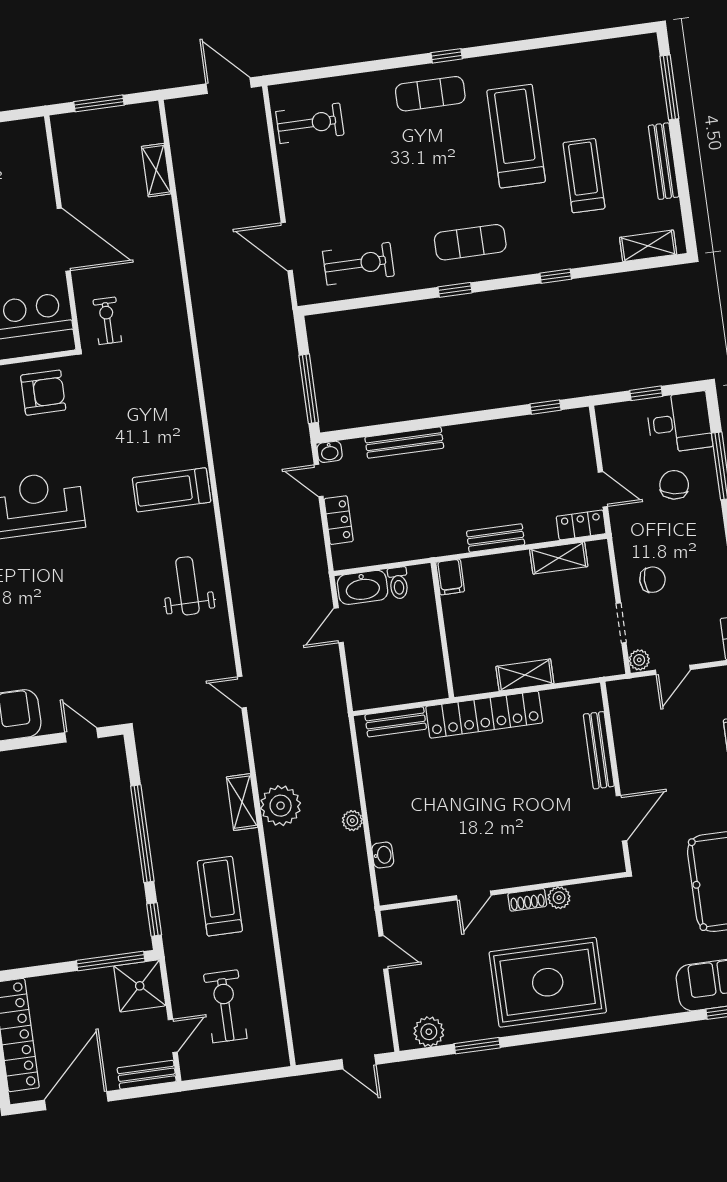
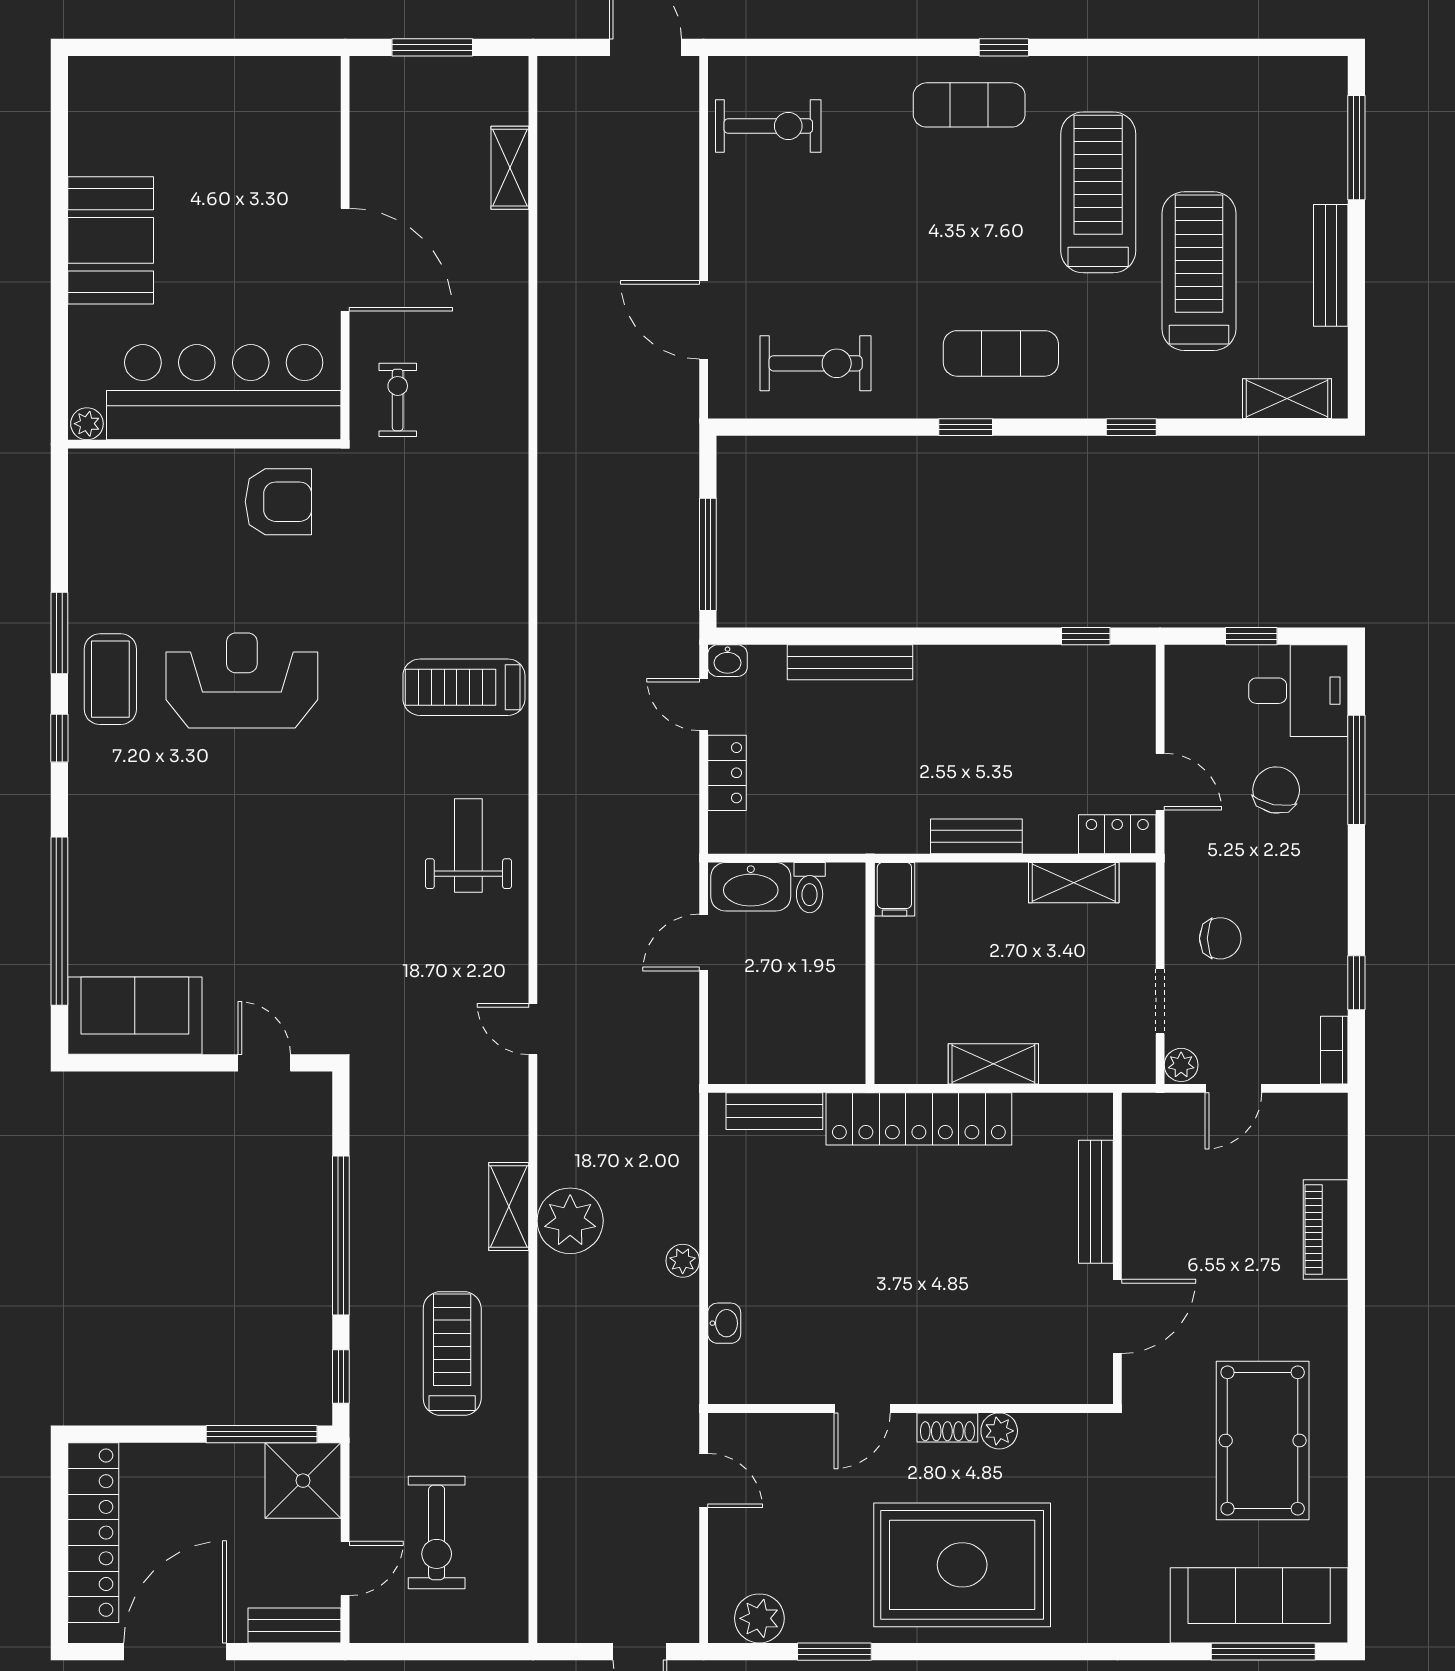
treadmill: (584, 176) -> (1199, 271), width x1.37, depth x1.38
exercise bike: (225, 1006) -> (437, 1533), turned 180

